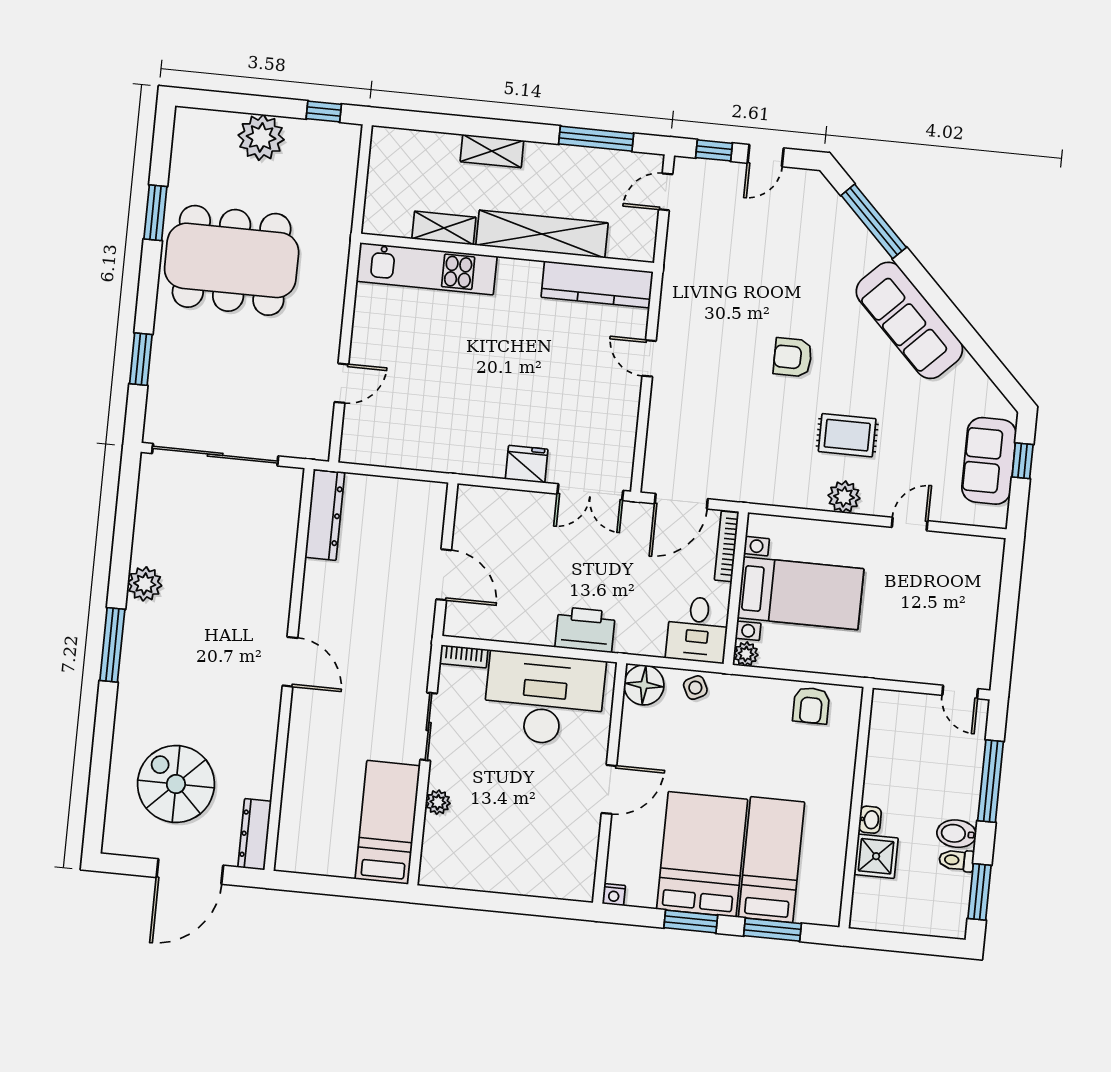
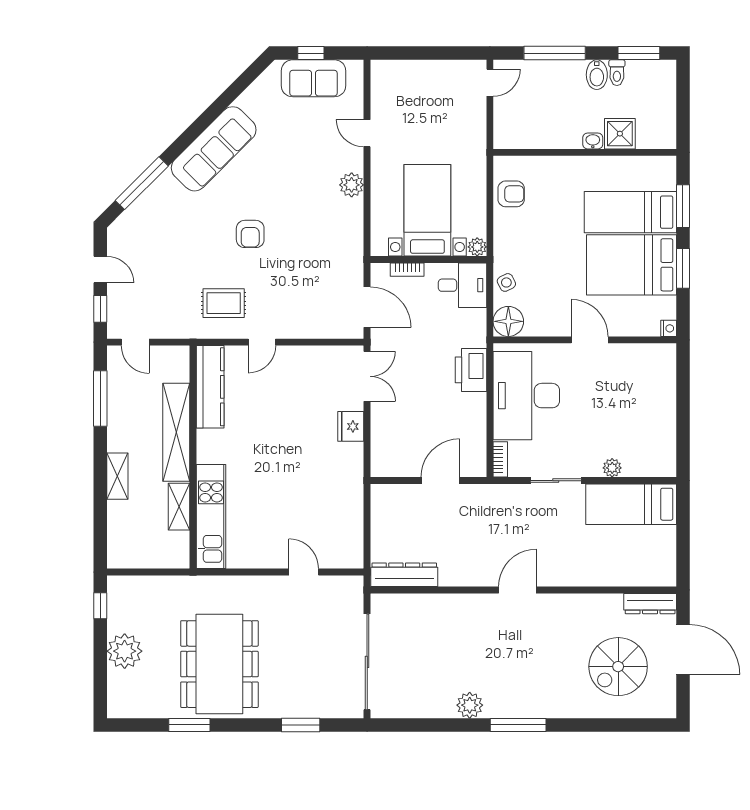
rug: (847, 435) -> (224, 303), moved, turned 90
bookcase: (727, 546) -> (407, 270), width x0.64

